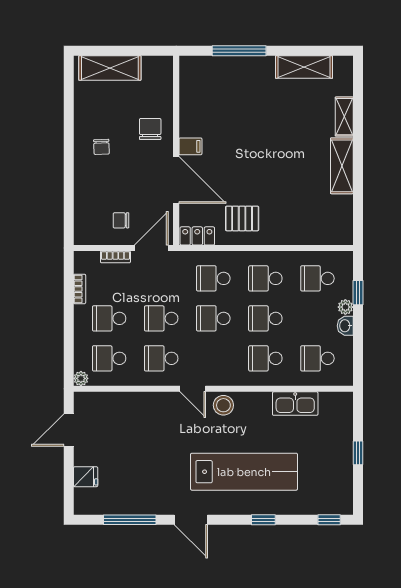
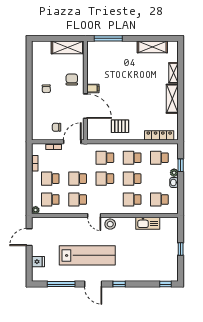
window: (239, 51) -> (108, 38), moved
shelving: (110, 68) -> (68, 47), moved
locker: (197, 236) -> (159, 135), moved, width x1.53
lab bench: (244, 472) -> (87, 255), moved
window: (263, 520) -> (119, 284), moved

